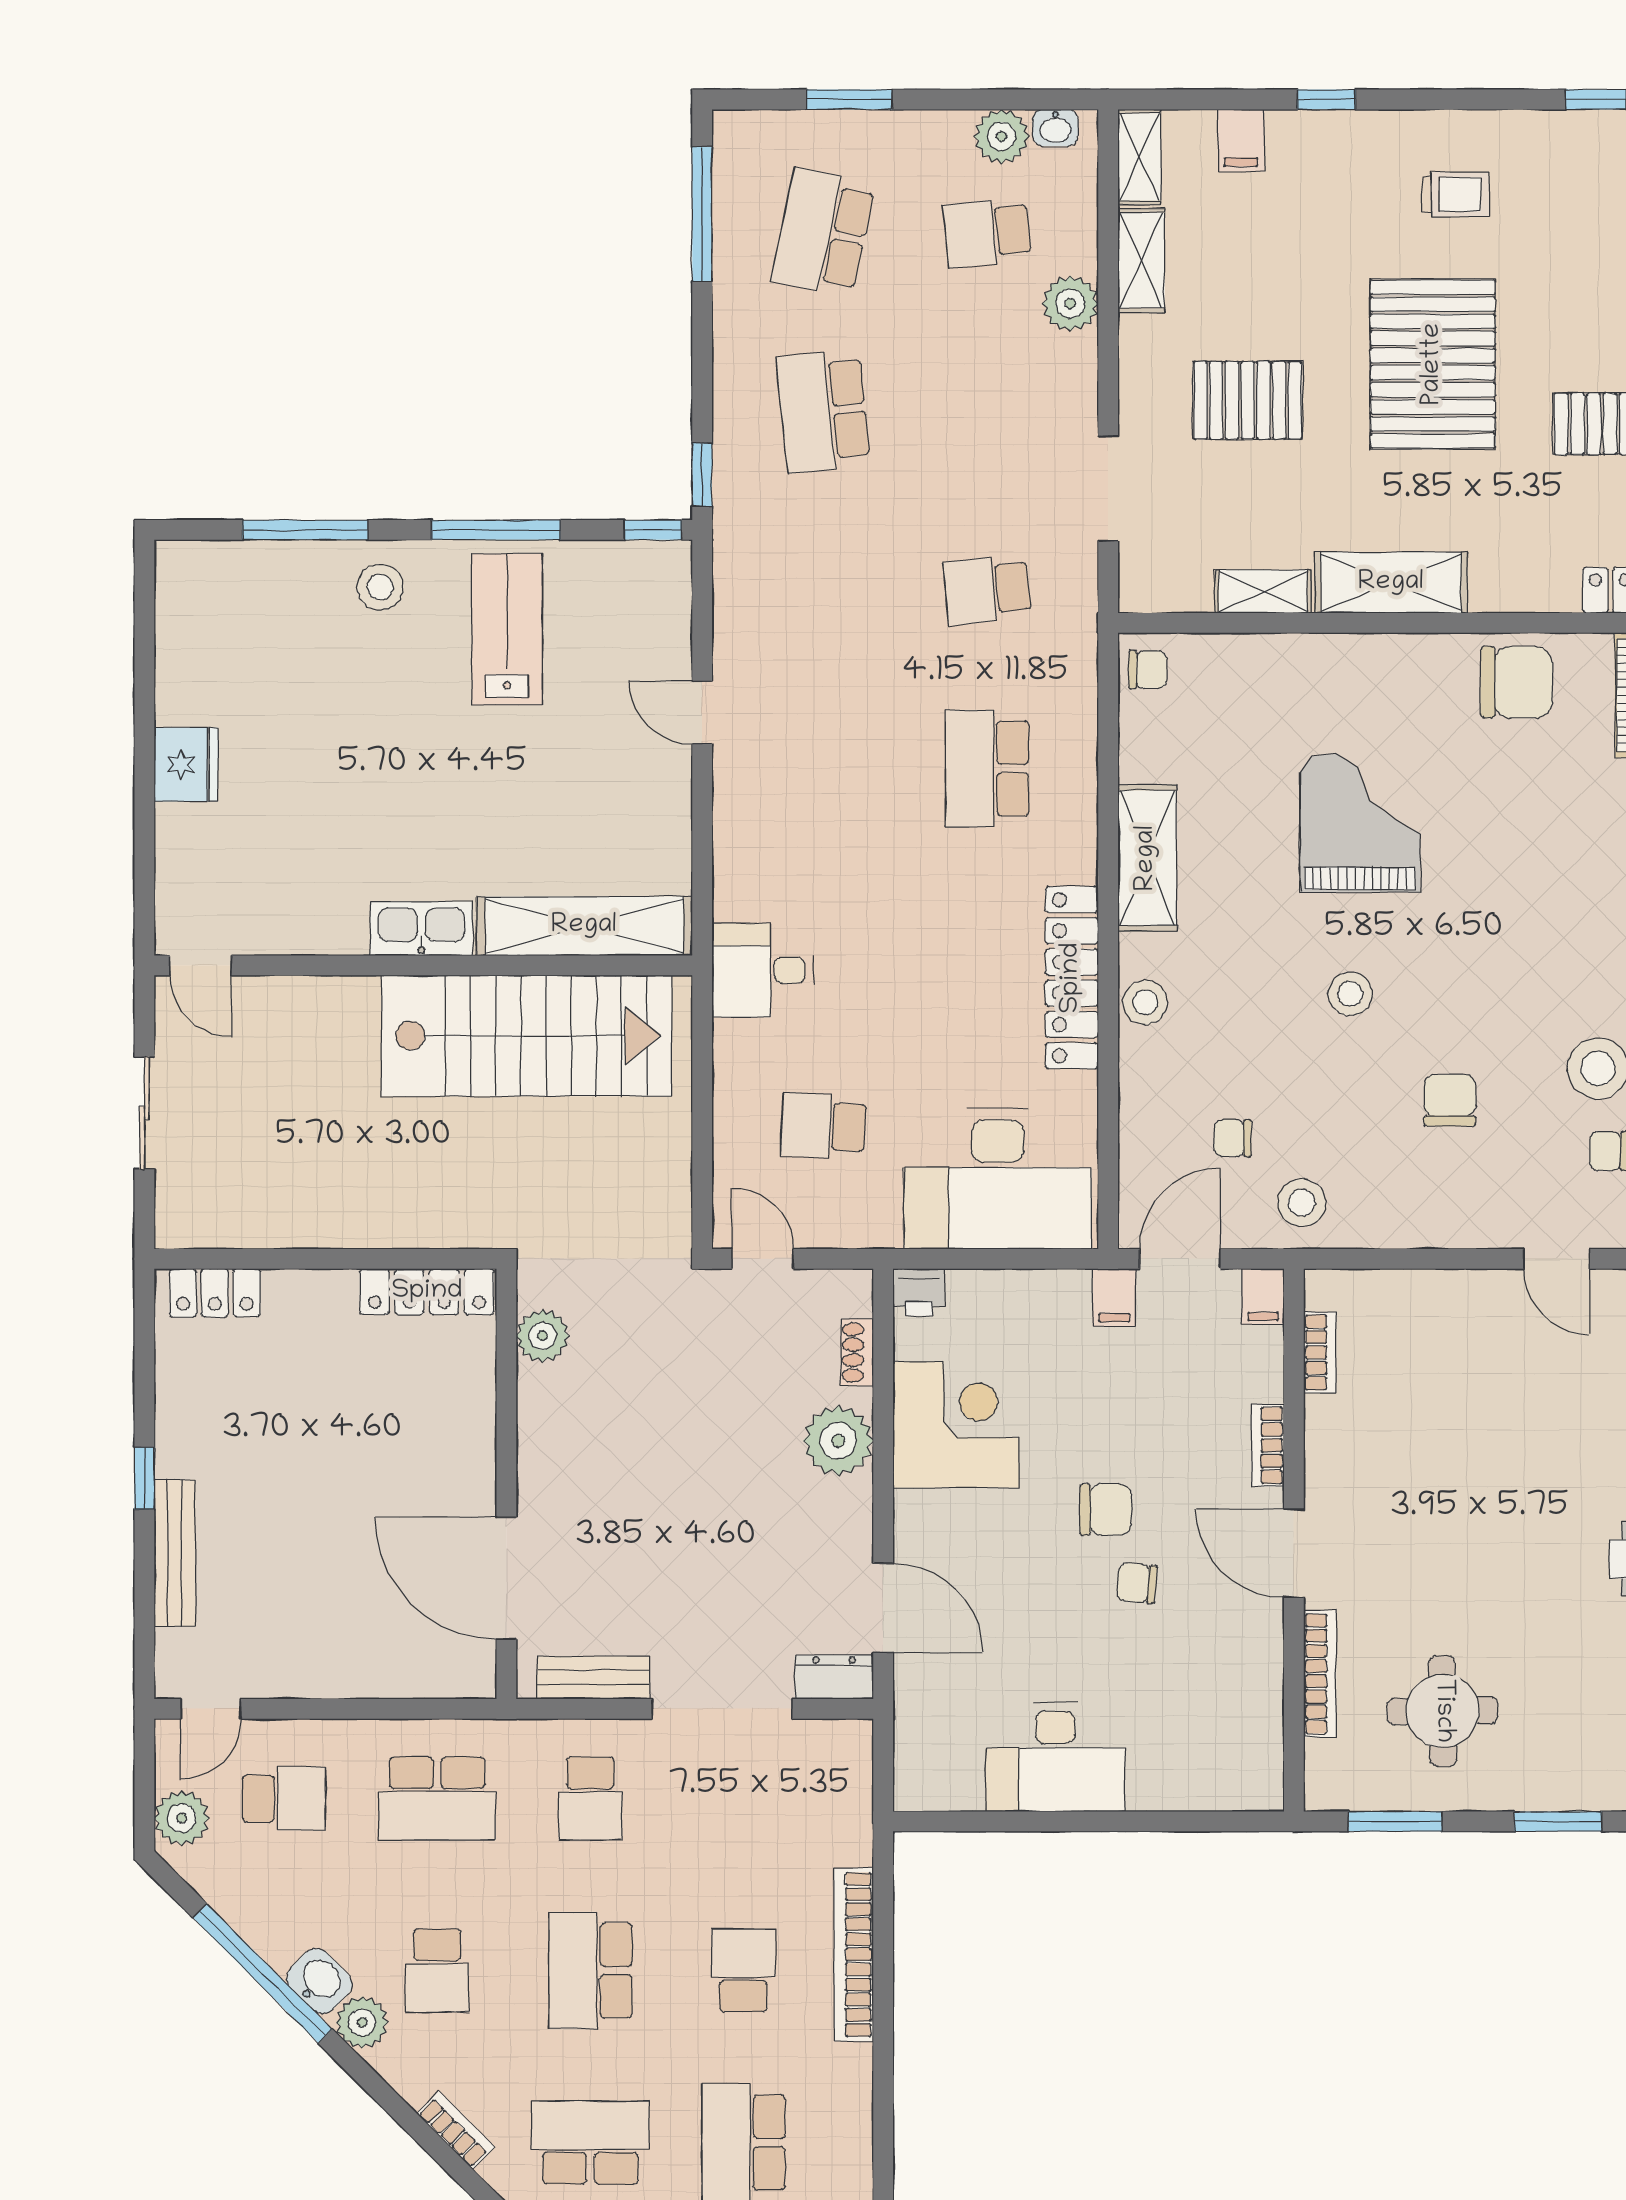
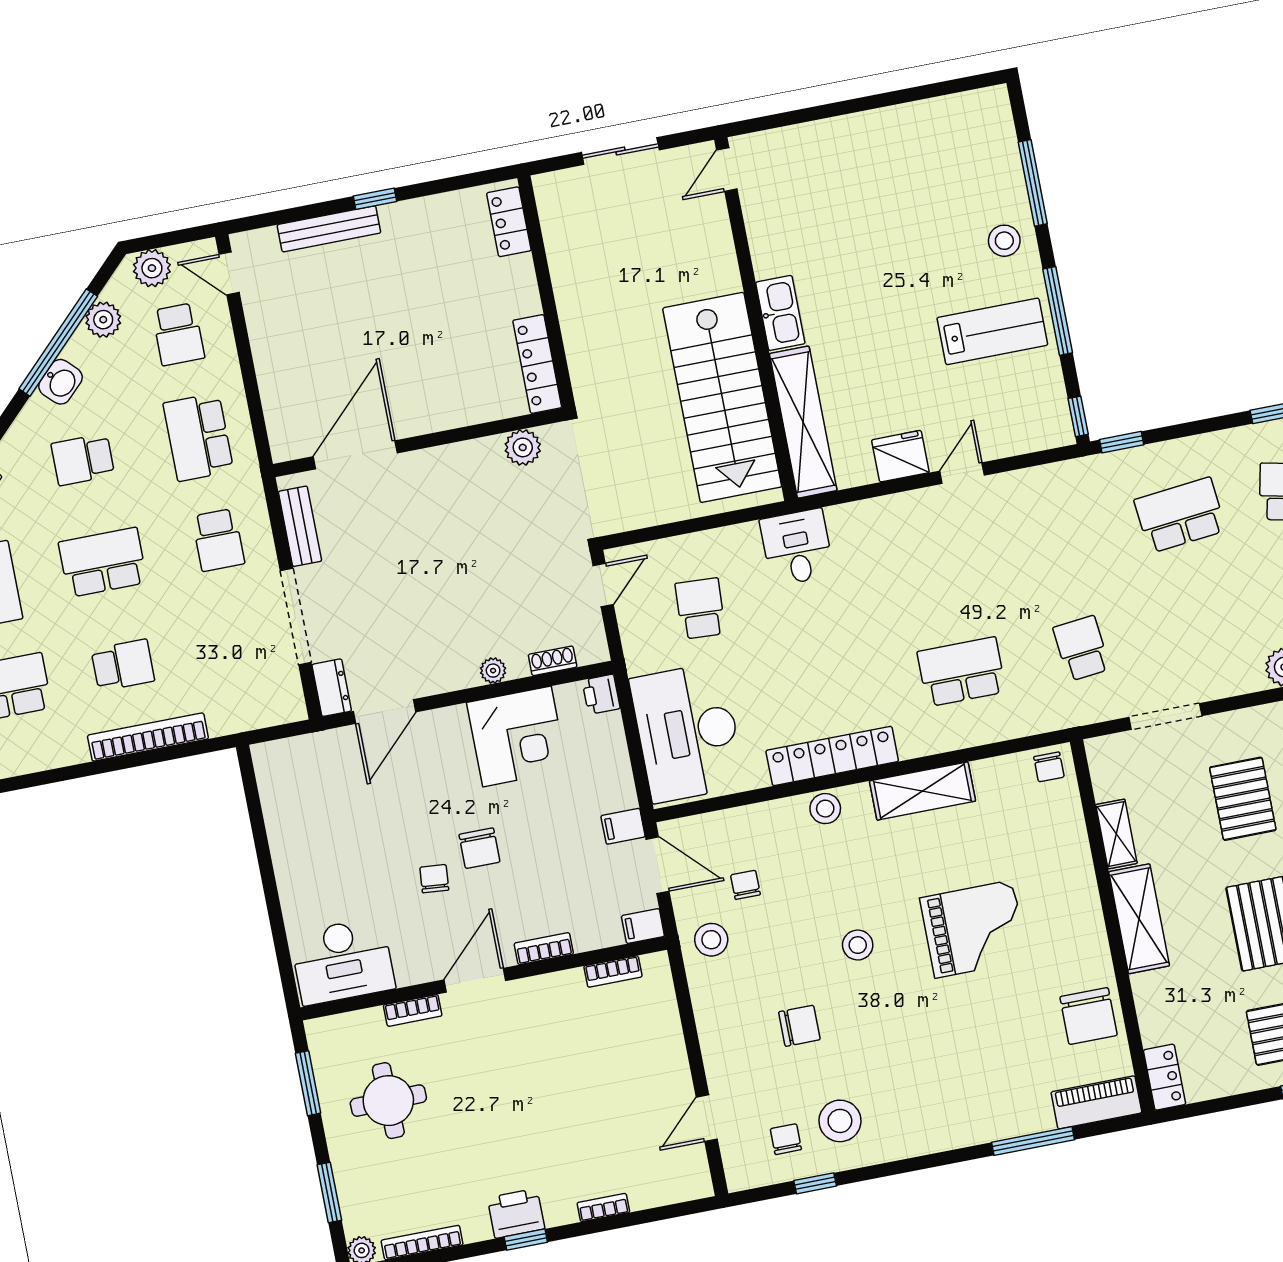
fridge: (186, 765) -> (900, 456), moved, turned 180
plant: (838, 1441) -> (493, 671), width x0.53, depth x0.53
bookcase: (1320, 1674) -> (413, 1010), width x0.64
desk: (1055, 1757) -> (343, 961), moved, turned -90
school desk: (590, 1799) -> (218, 540), turned -90
plant: (362, 2022) -> (103, 320), moved

